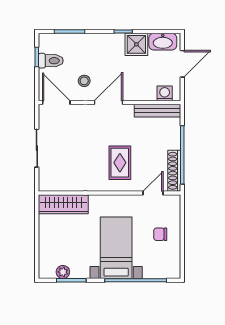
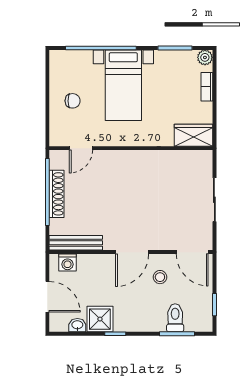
washbasin: (163, 42) -> (77, 325), width x0.52, depth x0.69
toilet: (51, 61) -> (175, 318), moved, turned 90
door: (182, 64) -> (47, 297), swing flipped
rug: (120, 163) -> (119, 183), removed
shoe rack: (174, 171) -> (57, 194), moved
wardrobe: (63, 204) -> (194, 135), width x0.67
bookcase: (43, 246) -> (207, 87), added
plant: (63, 272) -> (205, 57), moved

